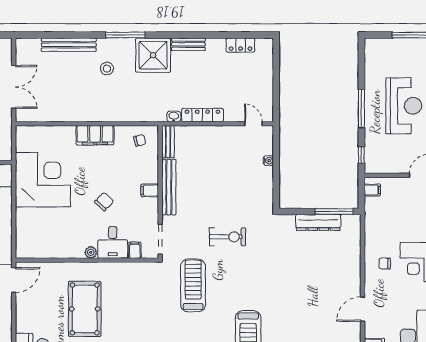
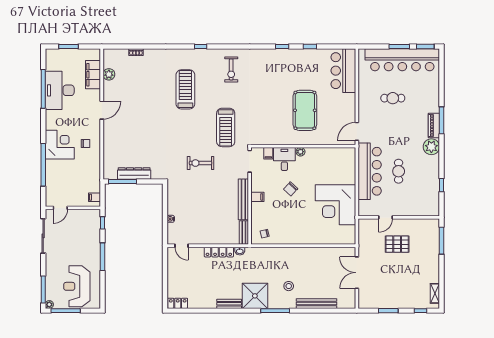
locker: (240, 45) -> (178, 303), moved
reception desk: (404, 106) -> (77, 286), moved
filing cabinet: (95, 135) -> (297, 237), removed

